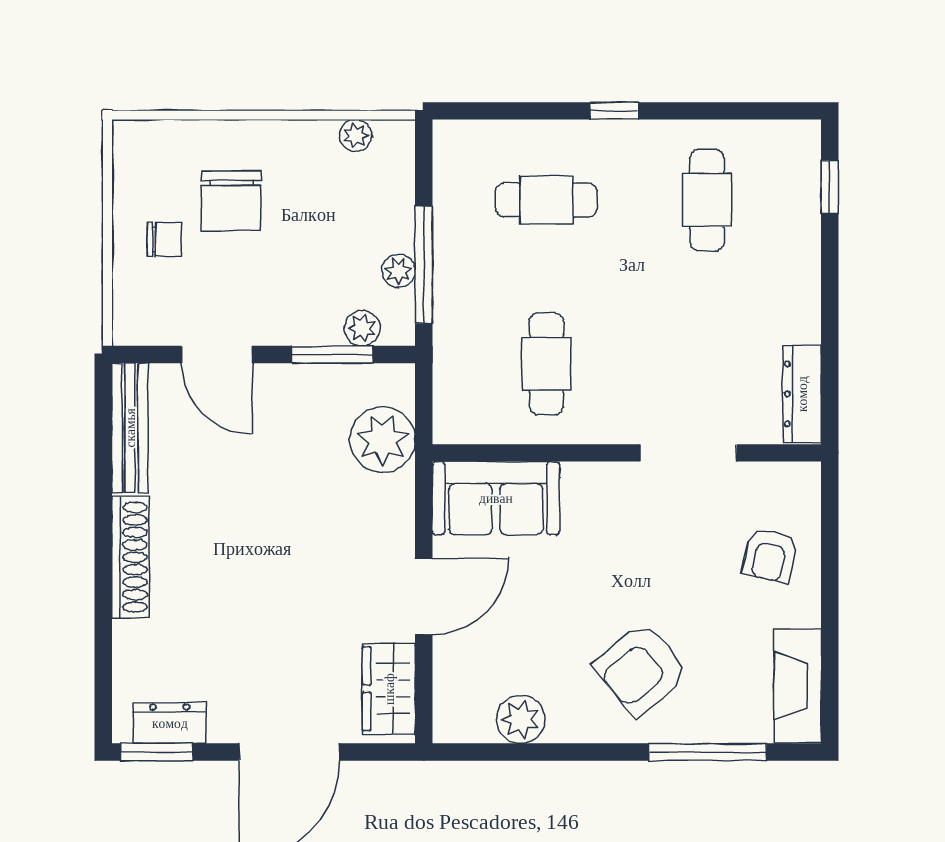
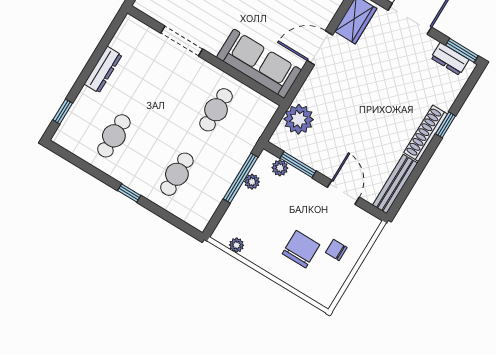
cafe table: (547, 200) -> (177, 174), turned 90
dresser: (802, 394) -> (103, 70), moved
sofa: (496, 498) -> (259, 64), width x1.36
window: (103, 595) -> (445, 125), added

